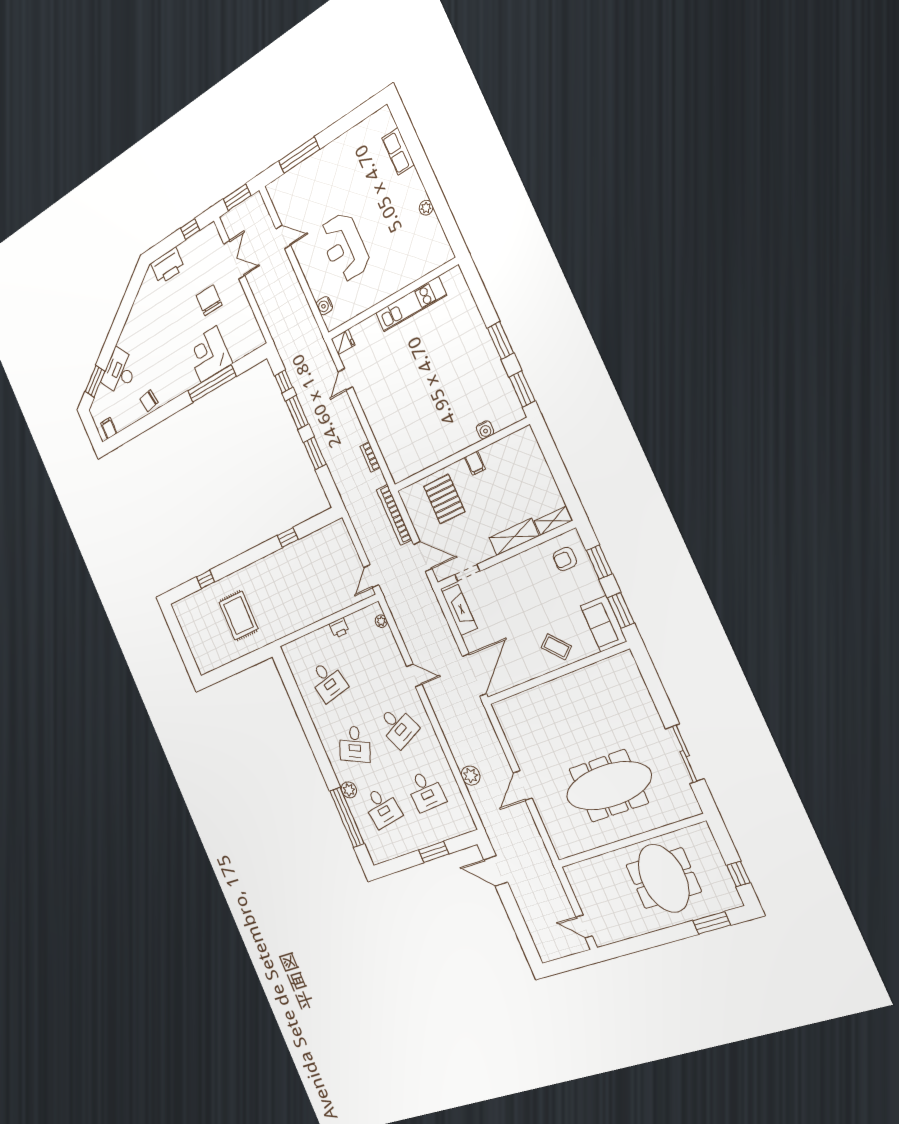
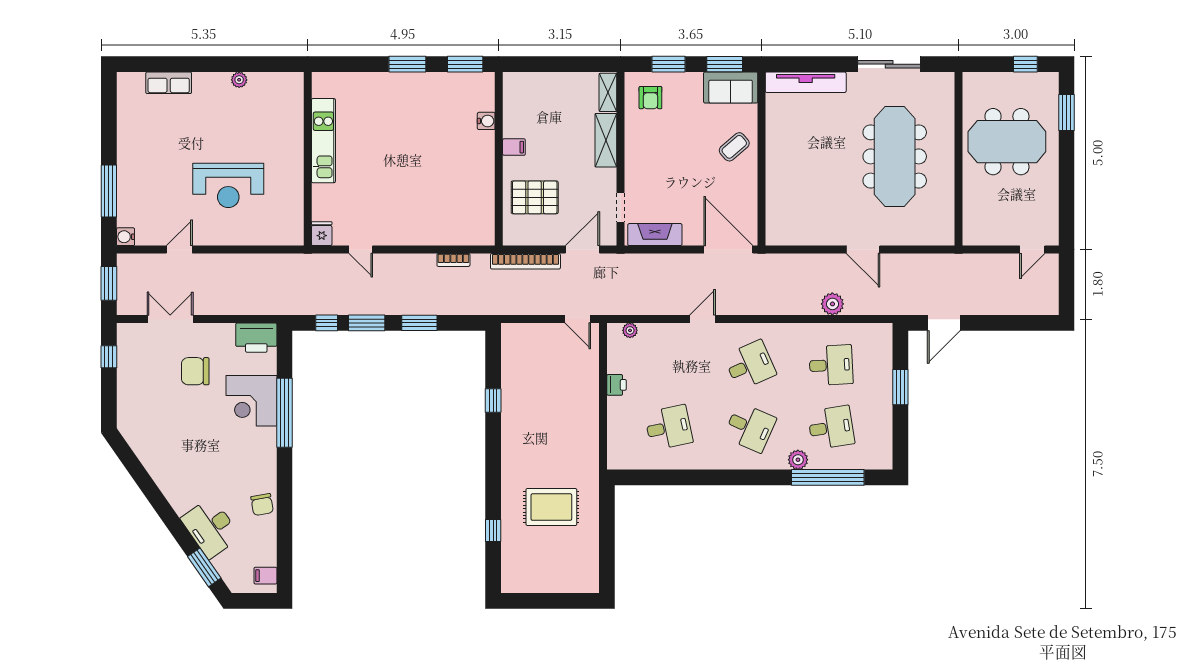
printer: (168, 266) -> (256, 338), moved, turned 90
water cooler: (324, 306) -> (126, 237), moved, turned 90
tv unit: (637, 687) -> (806, 82), added

